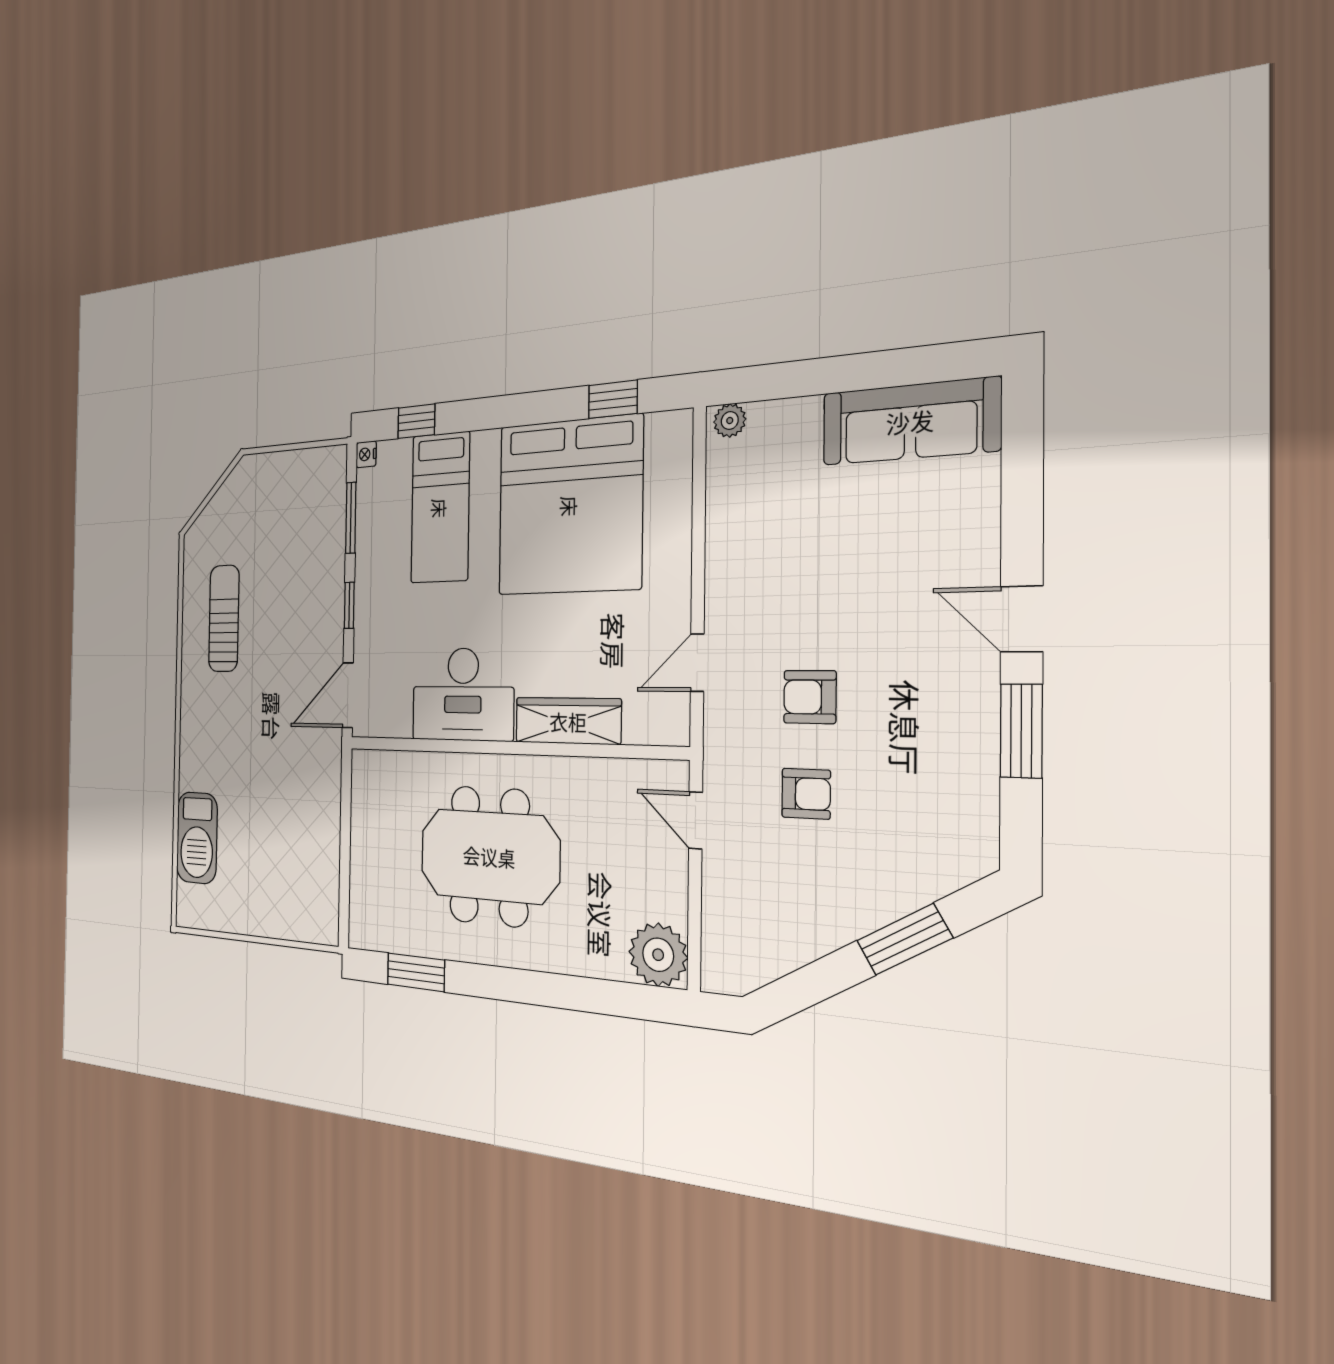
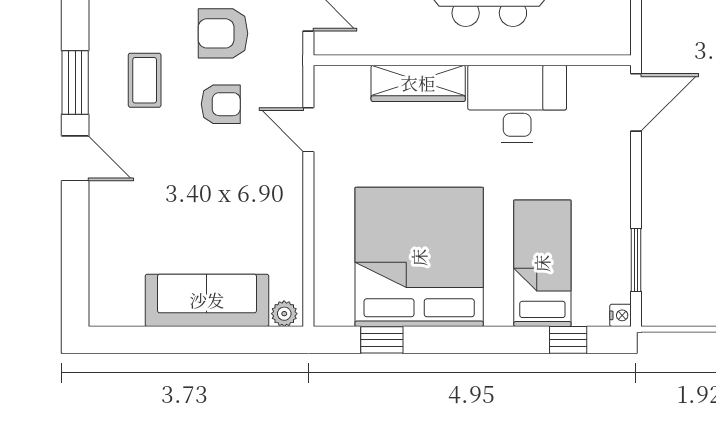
sofa: (910, 421) -> (207, 300), moved
window: (349, 605) -> (636, 182), removed
door: (697, 663) -> (308, 130), swing flipped
coffee table: (916, 732) -> (145, 80), added
armchair: (806, 794) -> (223, 33), width x1.38, depth x1.38

